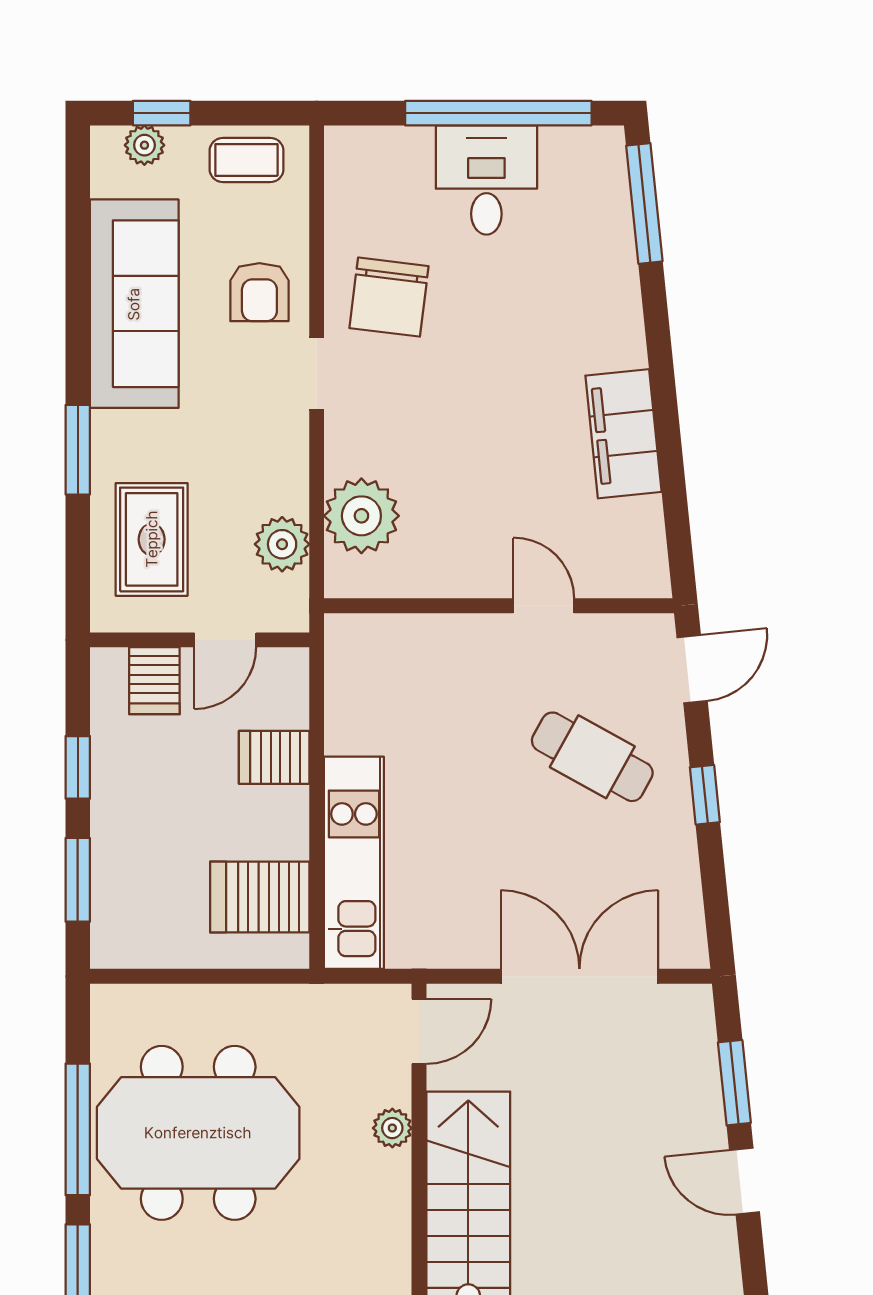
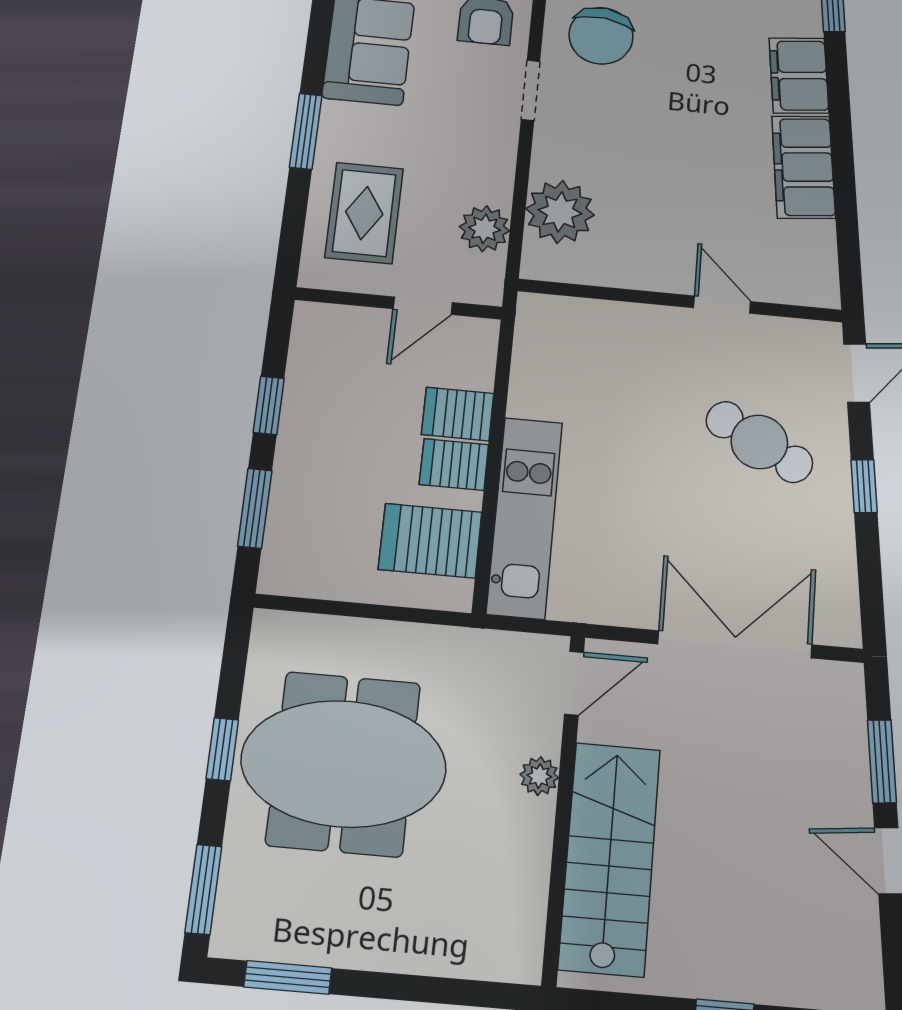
filing cabinet: (613, 322) -> (799, 75), added
server rack: (154, 681) -> (454, 464), moved, turned 90
window: (78, 1129) -> (222, 749), width x0.46

